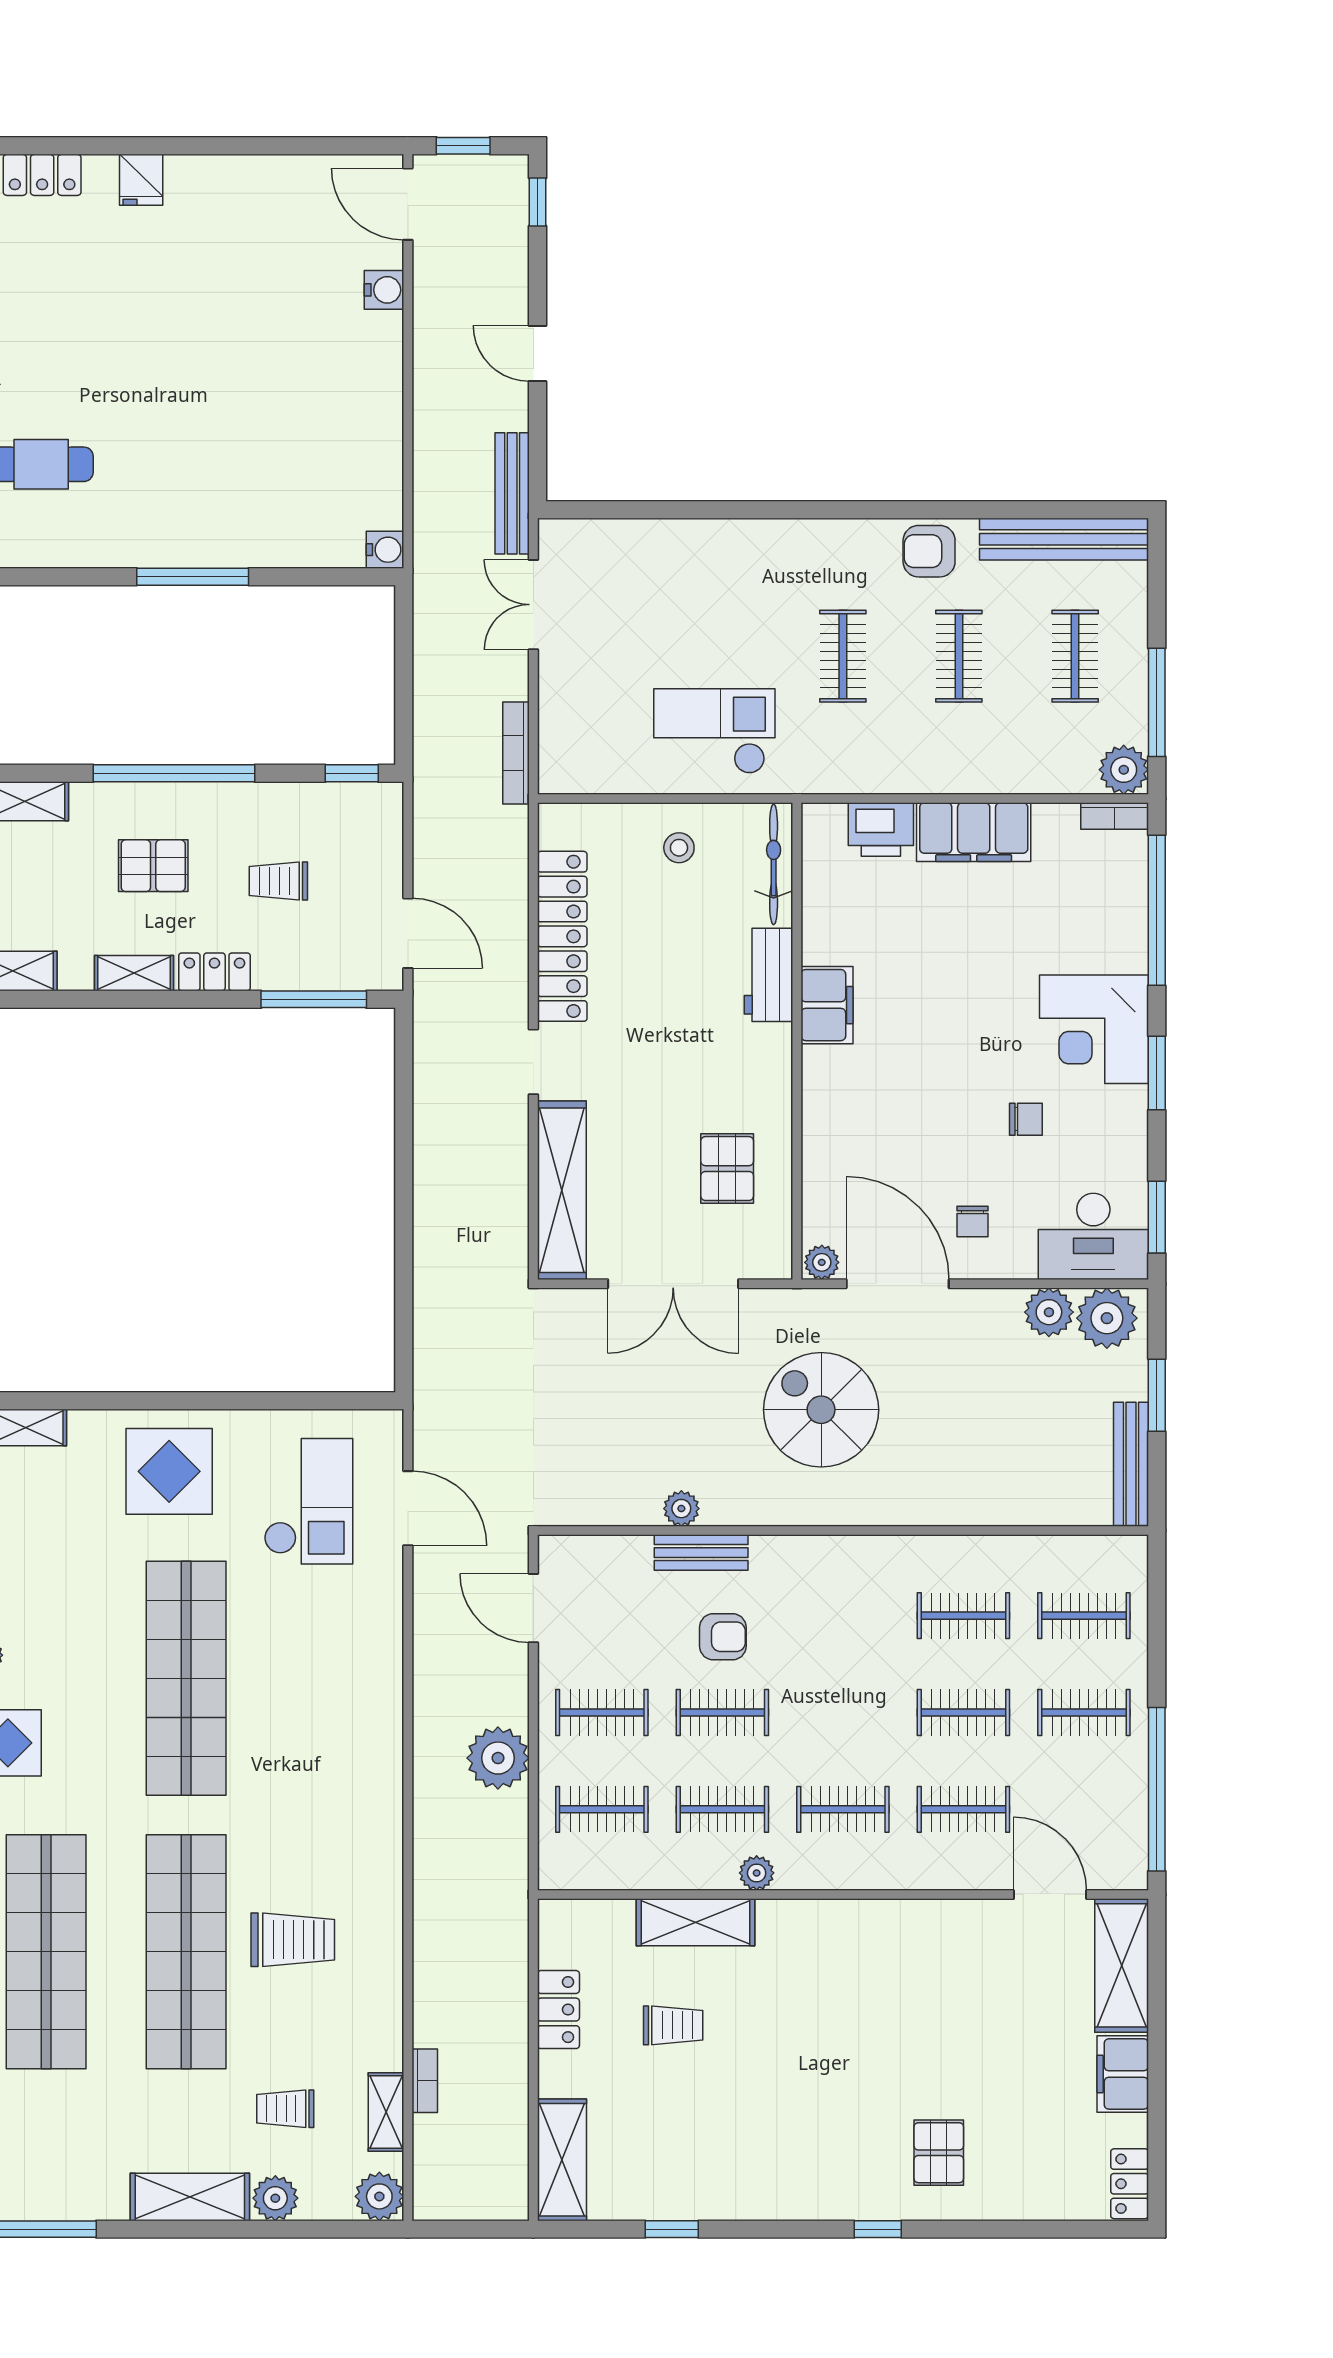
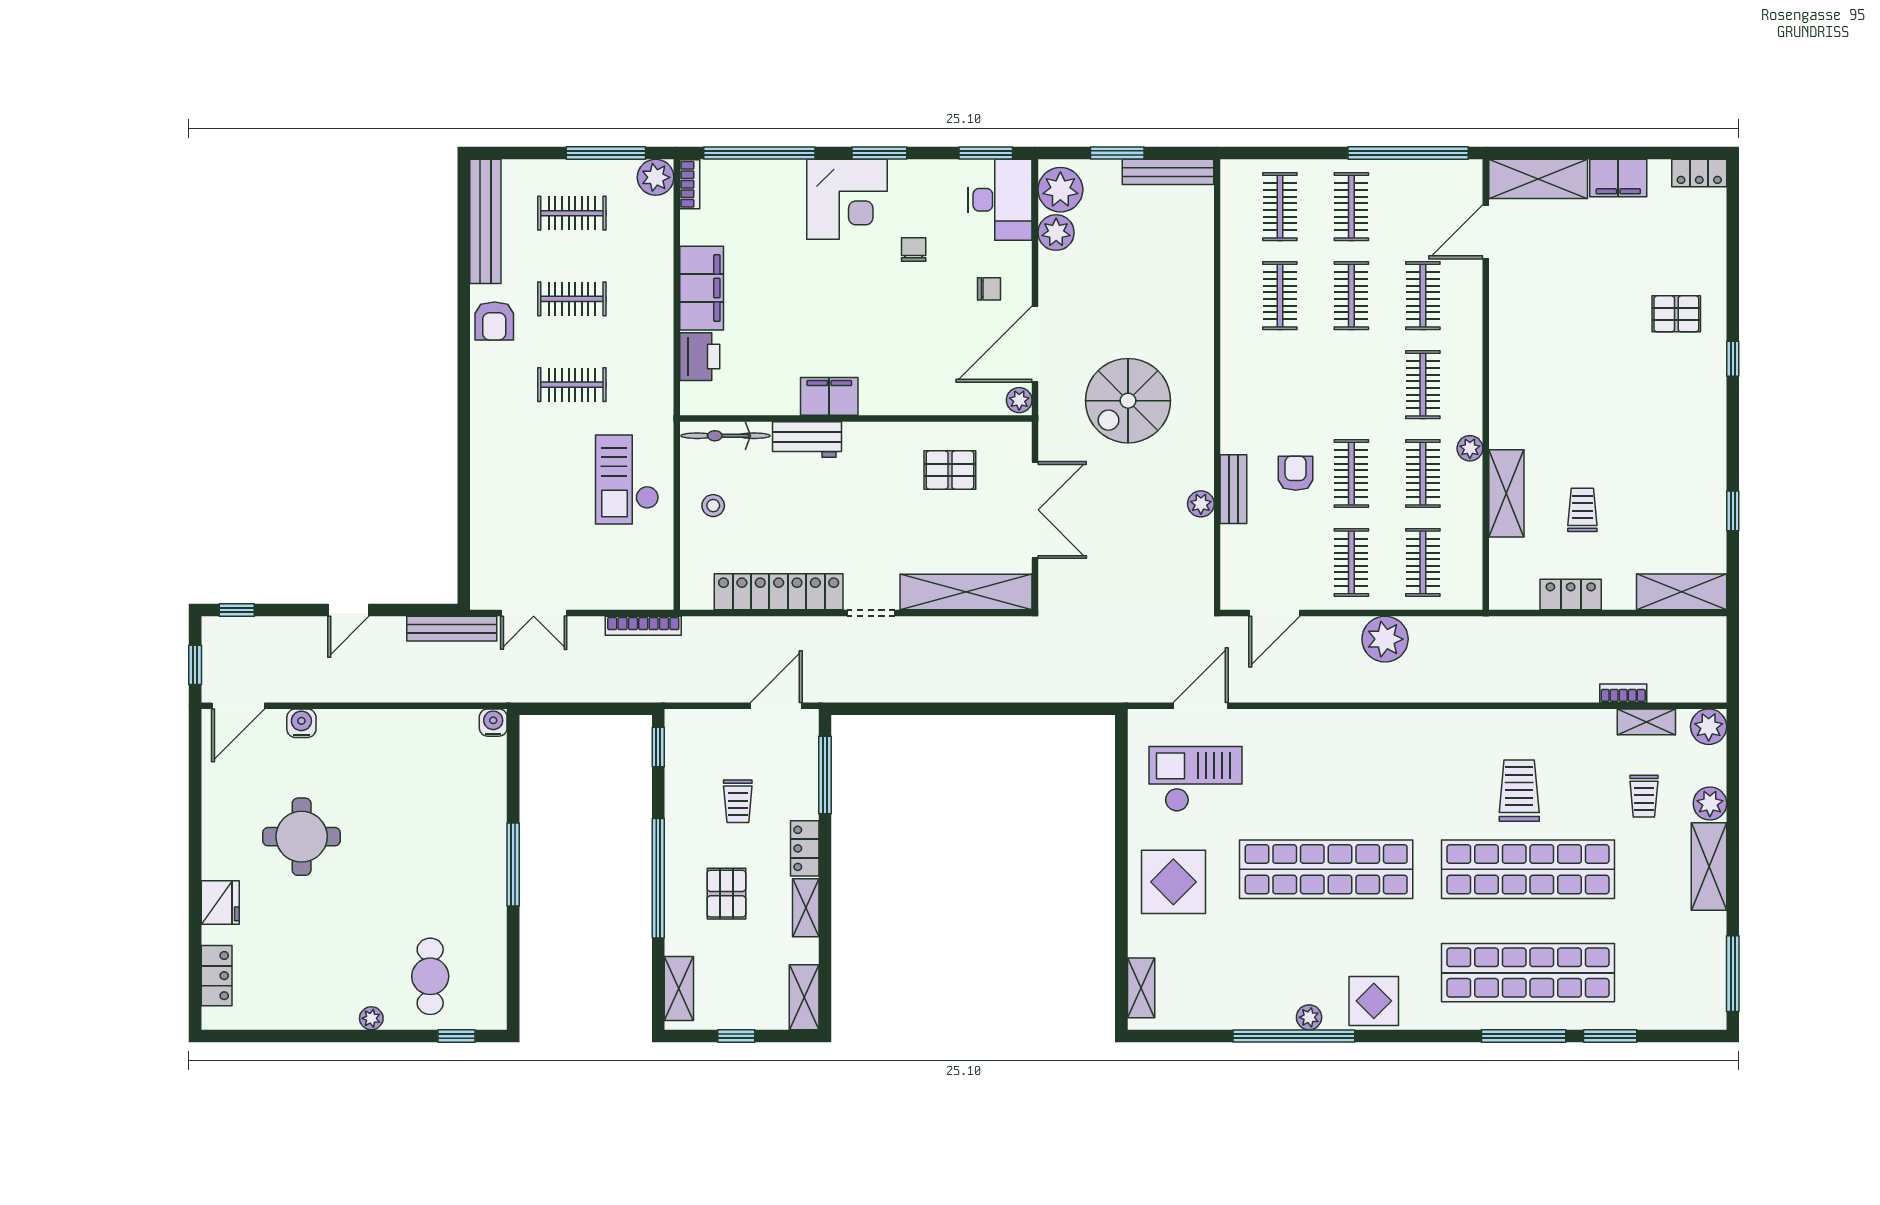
fridge: (141, 180) -> (220, 903), width x1.38
round table: (230, 290) -> (302, 837), added

